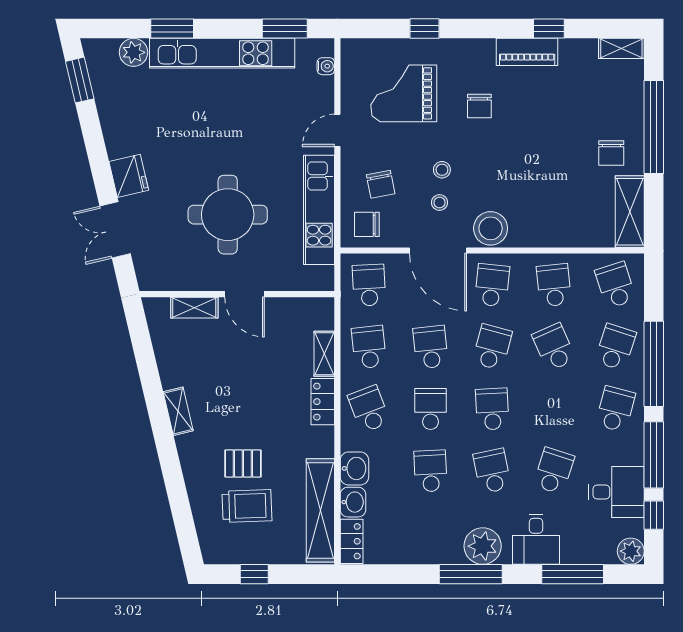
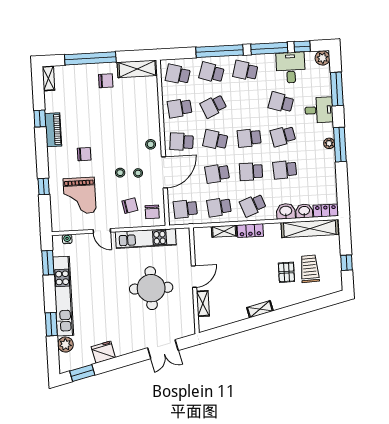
fridge: (129, 176) -> (103, 352), moved
stool: (491, 228) -> (151, 144), width x0.53, depth x0.53
school desk: (615, 285) -> (178, 74), turned 33
plant: (483, 546) -> (329, 143), width x0.53, depth x0.53

